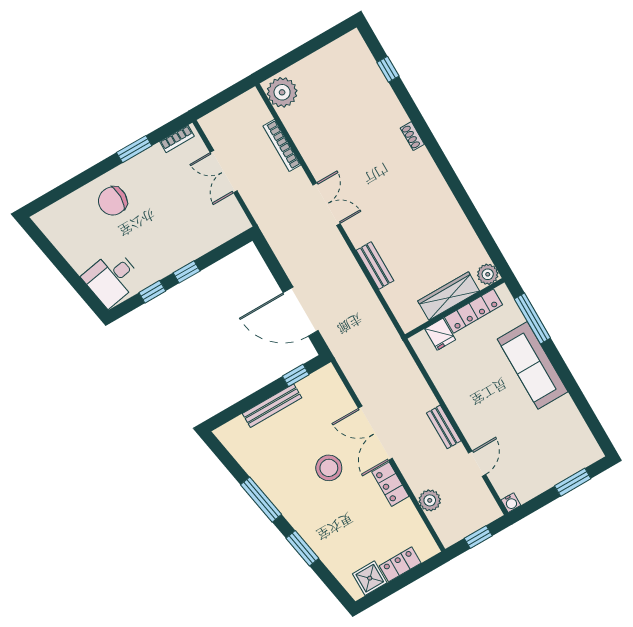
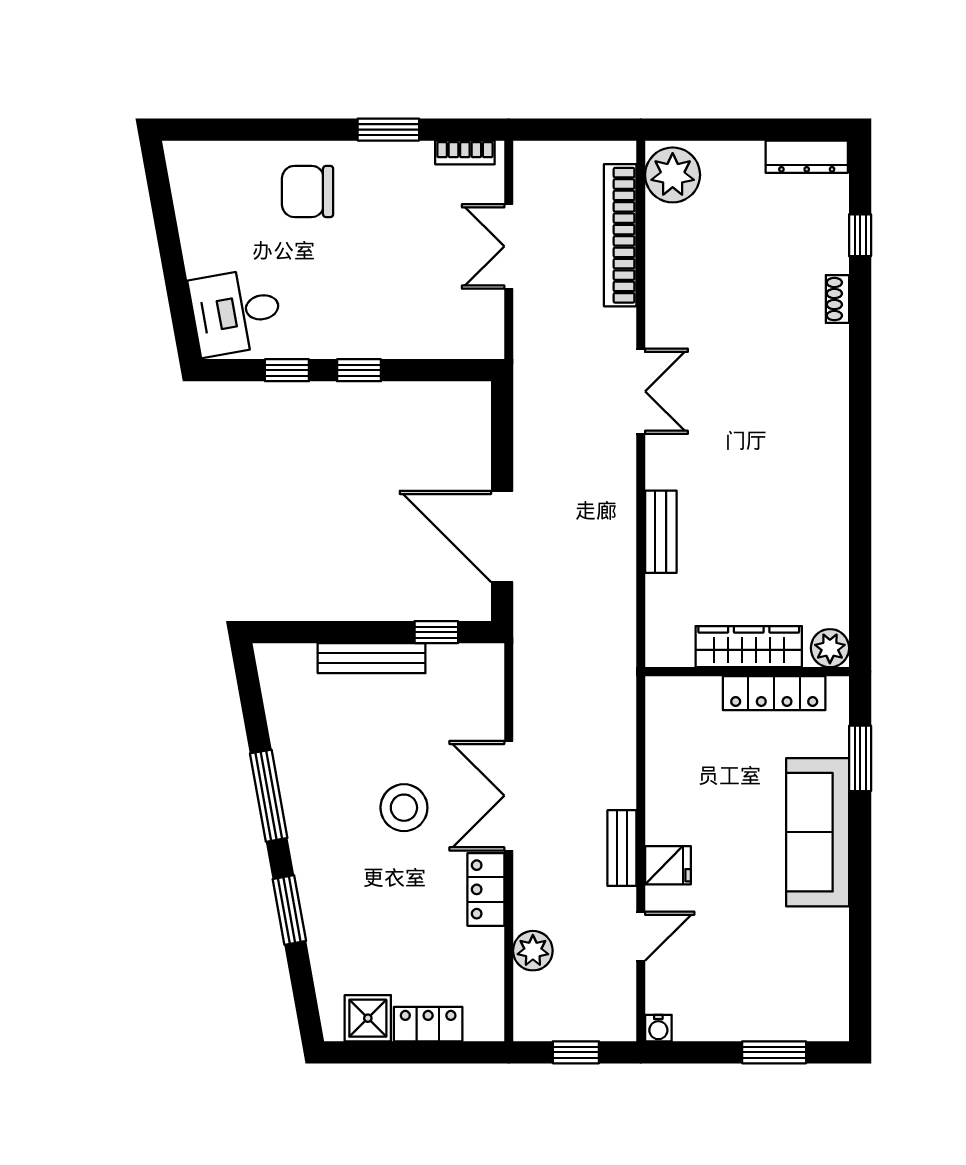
dresser: (341, 47) -> (807, 157), added
shoe rack: (412, 136) -> (837, 299), moved
bookcase: (282, 145) -> (620, 235), width x1.48, depth x1.31
window: (532, 318) -> (860, 758), width x0.69
fridge: (440, 334) -> (668, 865), moved, turned -90

